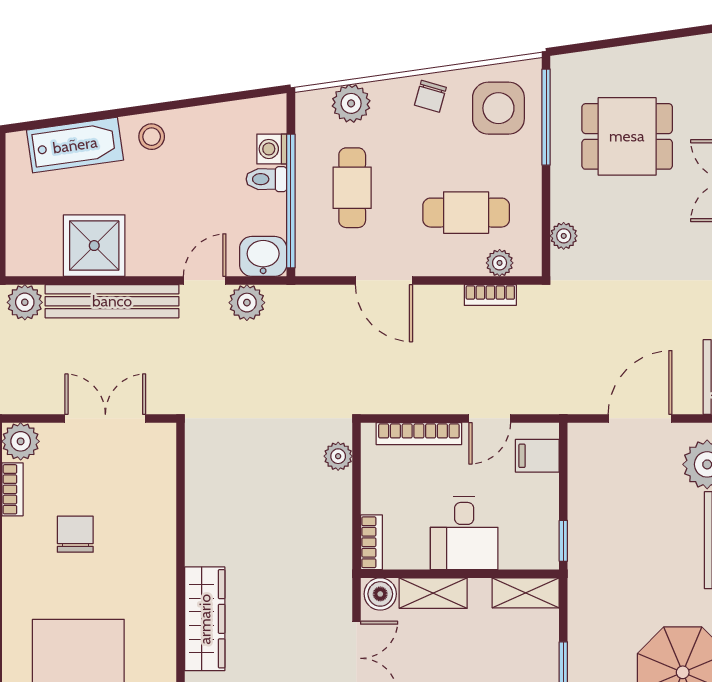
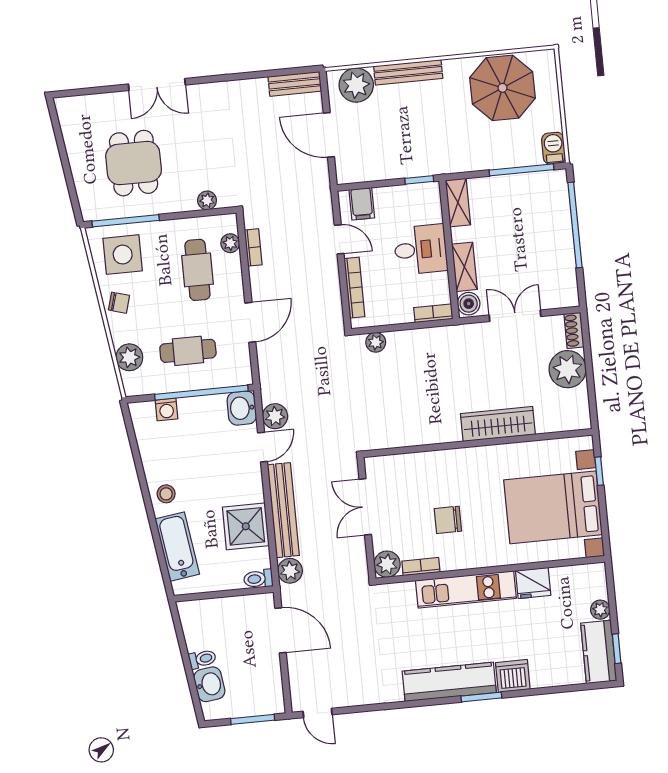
toilet: (266, 179) -> (258, 579), moved, turned 90
door: (205, 280) -> (263, 447), swing flipped

